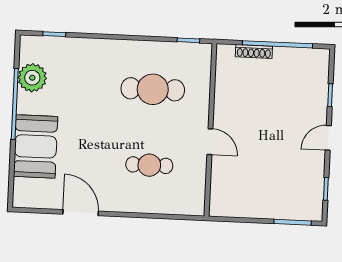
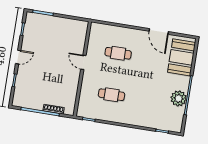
plant: (32, 78) -> (179, 98), moved
cafe table: (153, 89) -> (111, 95), width x0.73, depth x0.74
booth: (36, 146) -> (182, 57), moved

